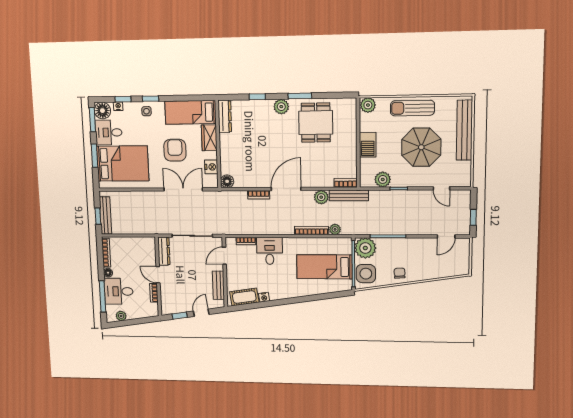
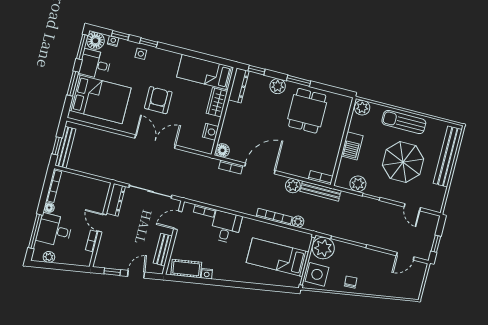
bed: (190, 112) -> (205, 72), moved
dresser: (225, 116) -> (239, 85), moved
wardrobe: (209, 138) -> (217, 102), moved
wall: (218, 144) -> (224, 111), moved
nightstand: (211, 167) -> (210, 132), moved
floor lamp: (227, 181) -> (222, 150), moved

